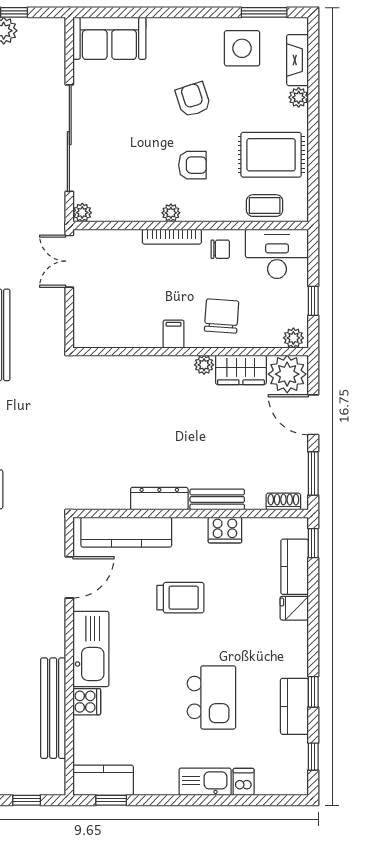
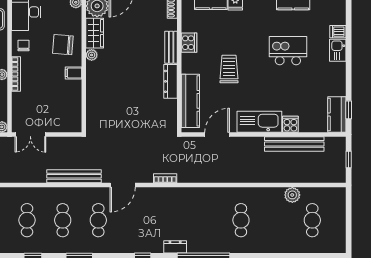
door: (69, 577) -> (217, 135), hinge flipped
kitchen sink: (205, 782) -> (338, 50), width x0.73

